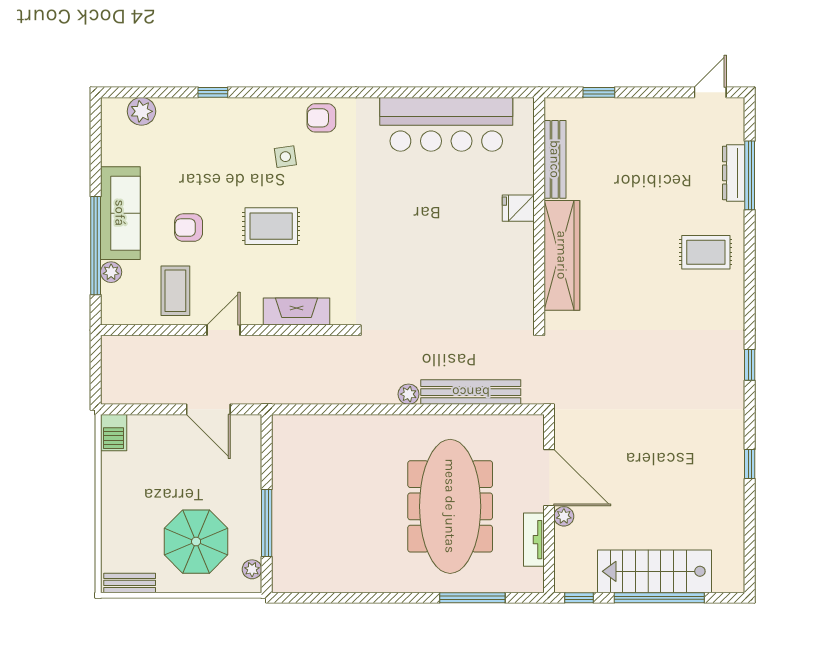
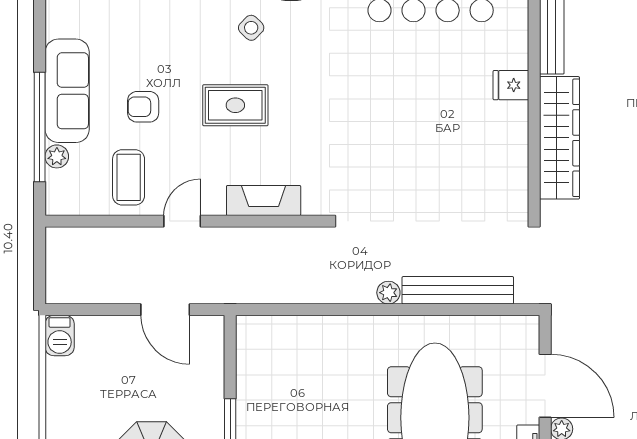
side table: (285, 157) -> (251, 28), turned -38

